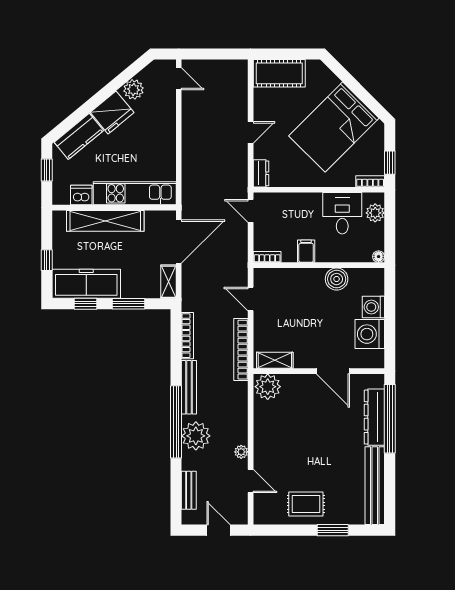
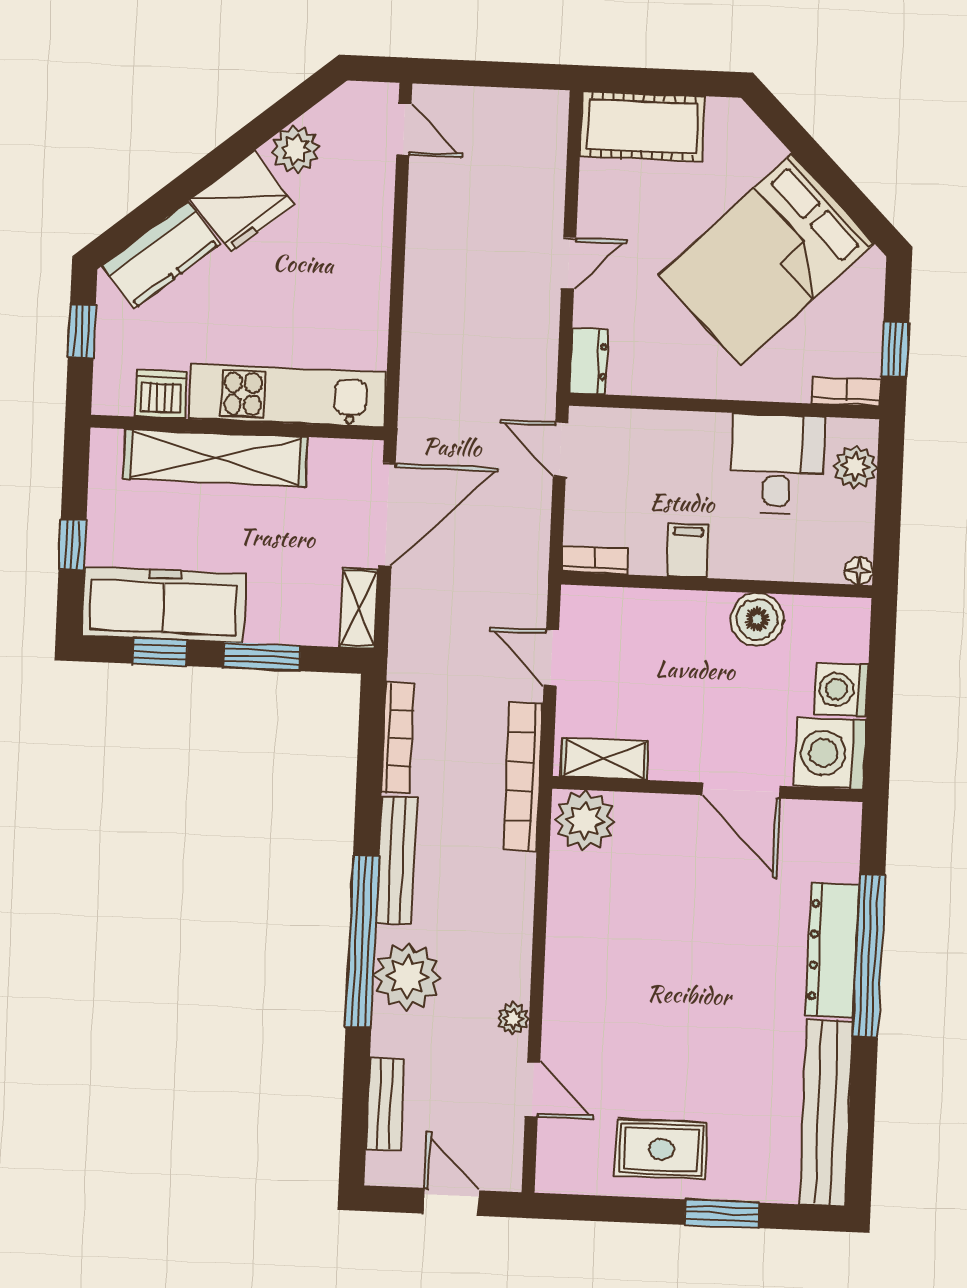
shelving: (275, 360) -> (604, 759), moved
wall: (319, 371) -> (708, 789), moved
door: (333, 371) -> (741, 790), moved
plant: (268, 387) -> (585, 821), moved

